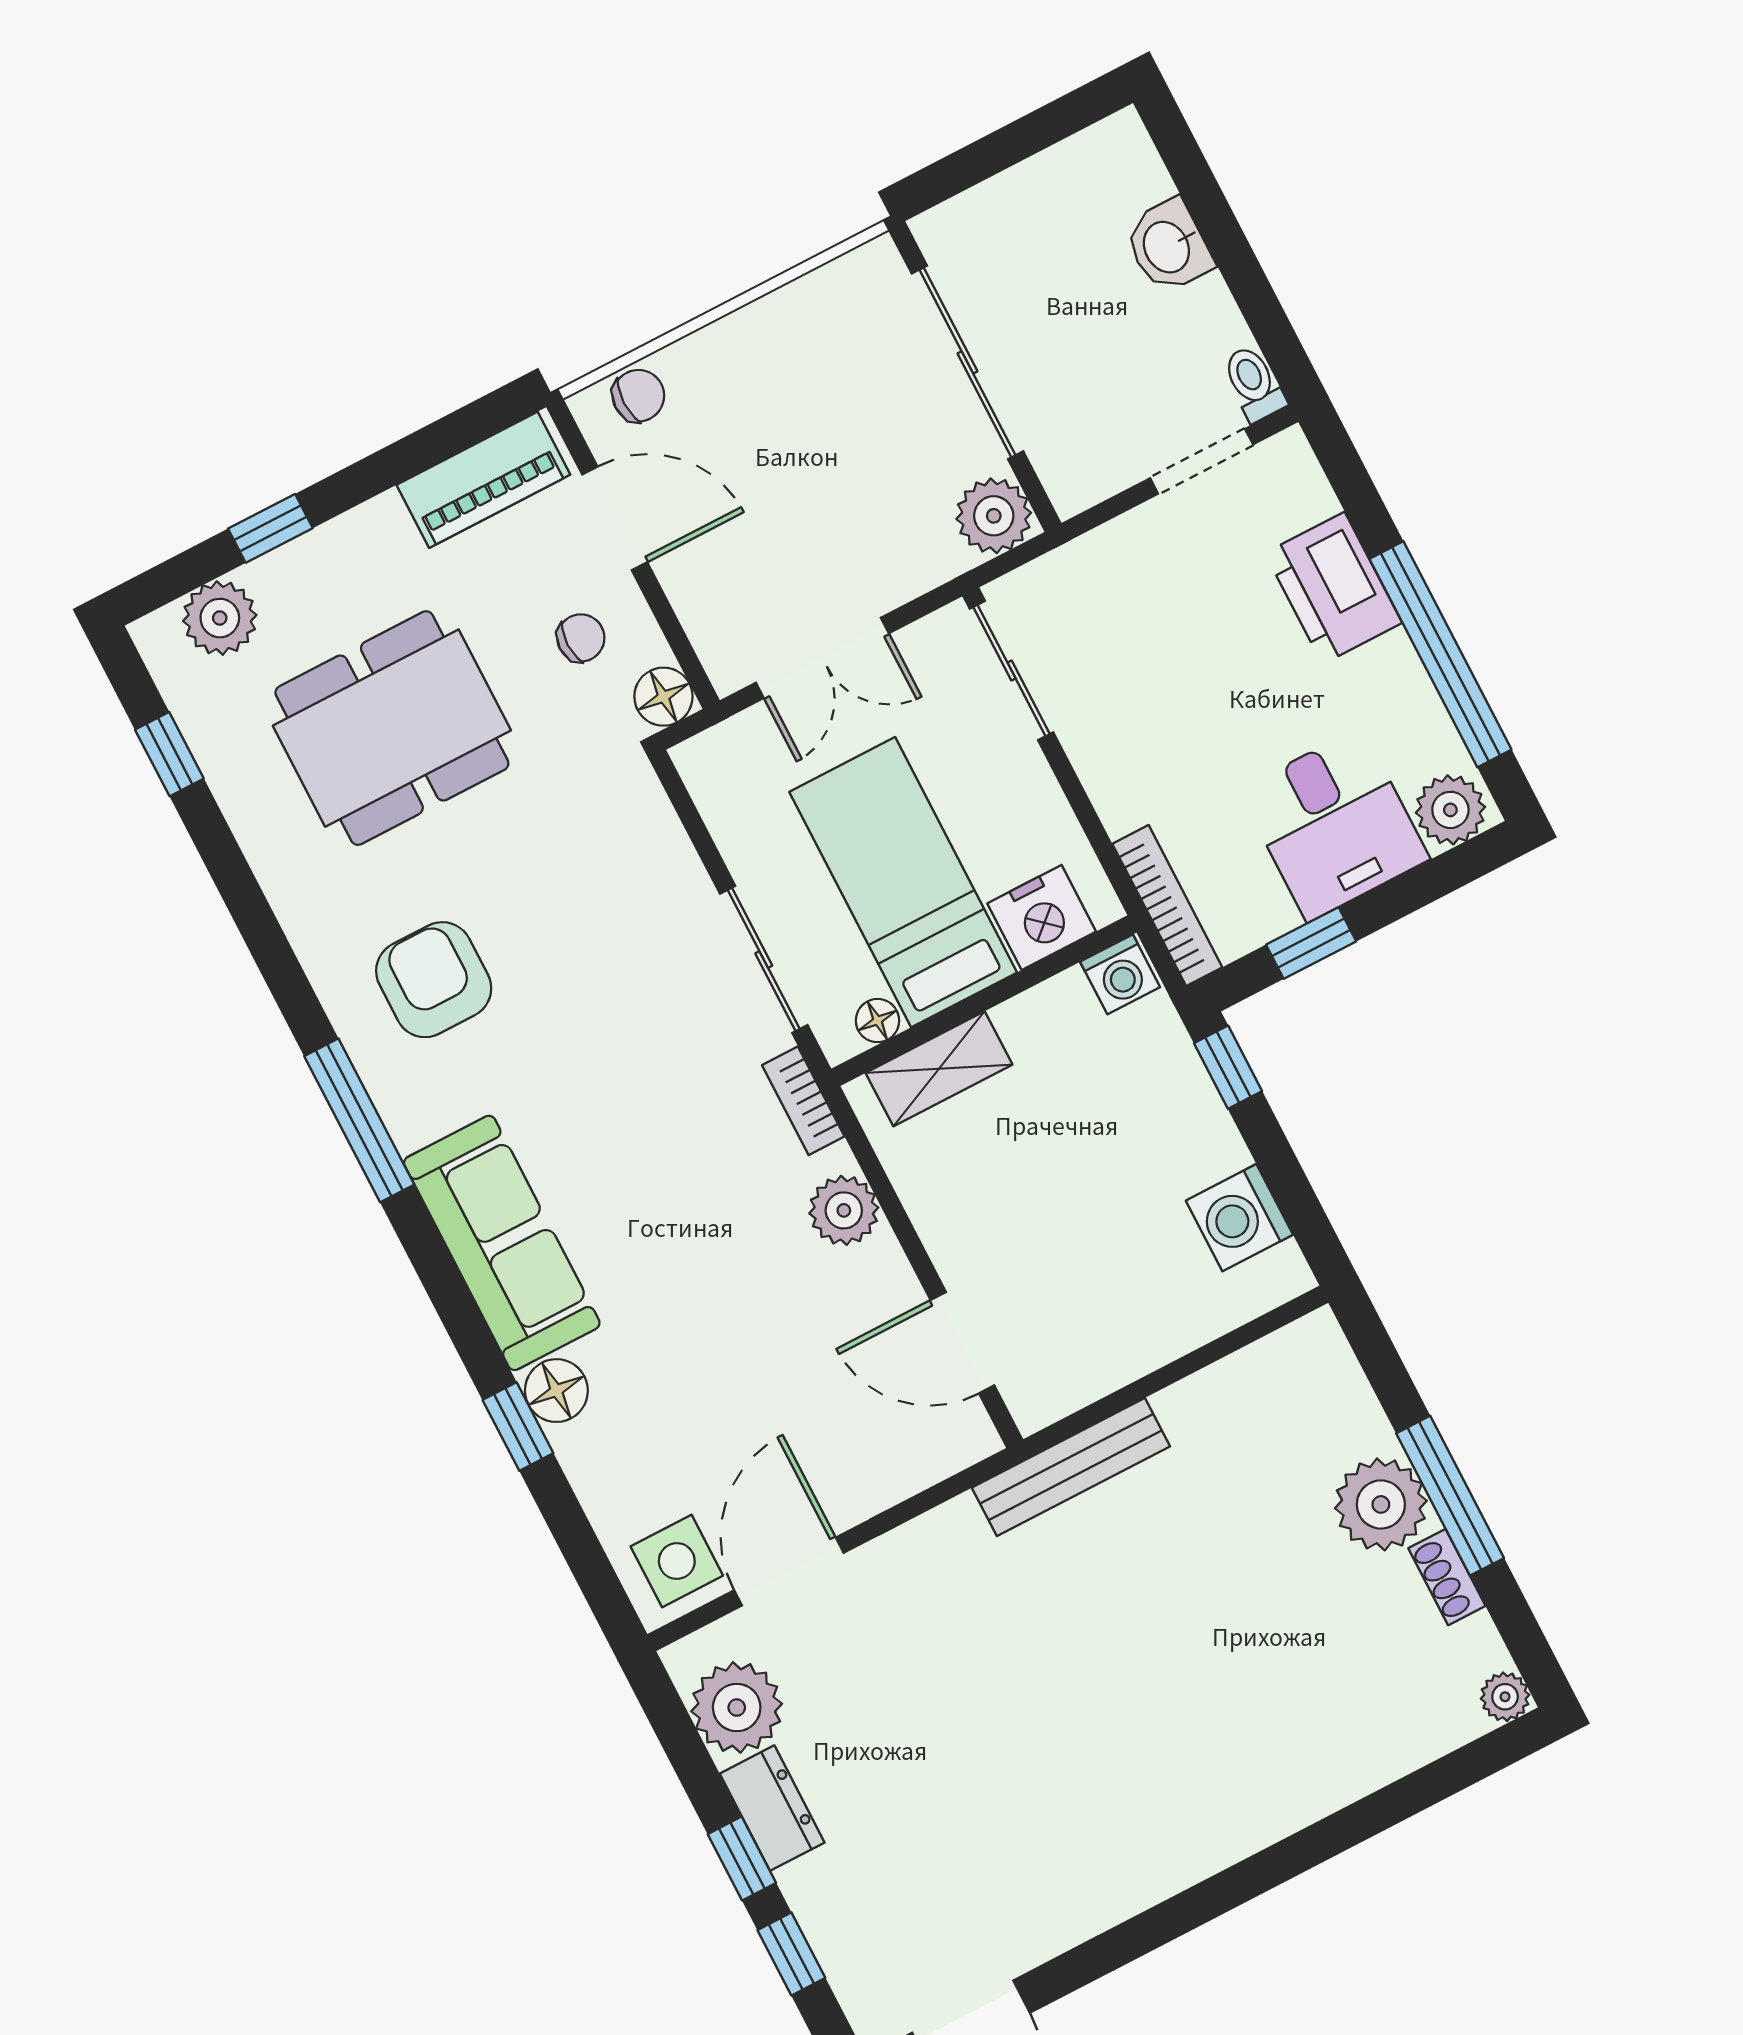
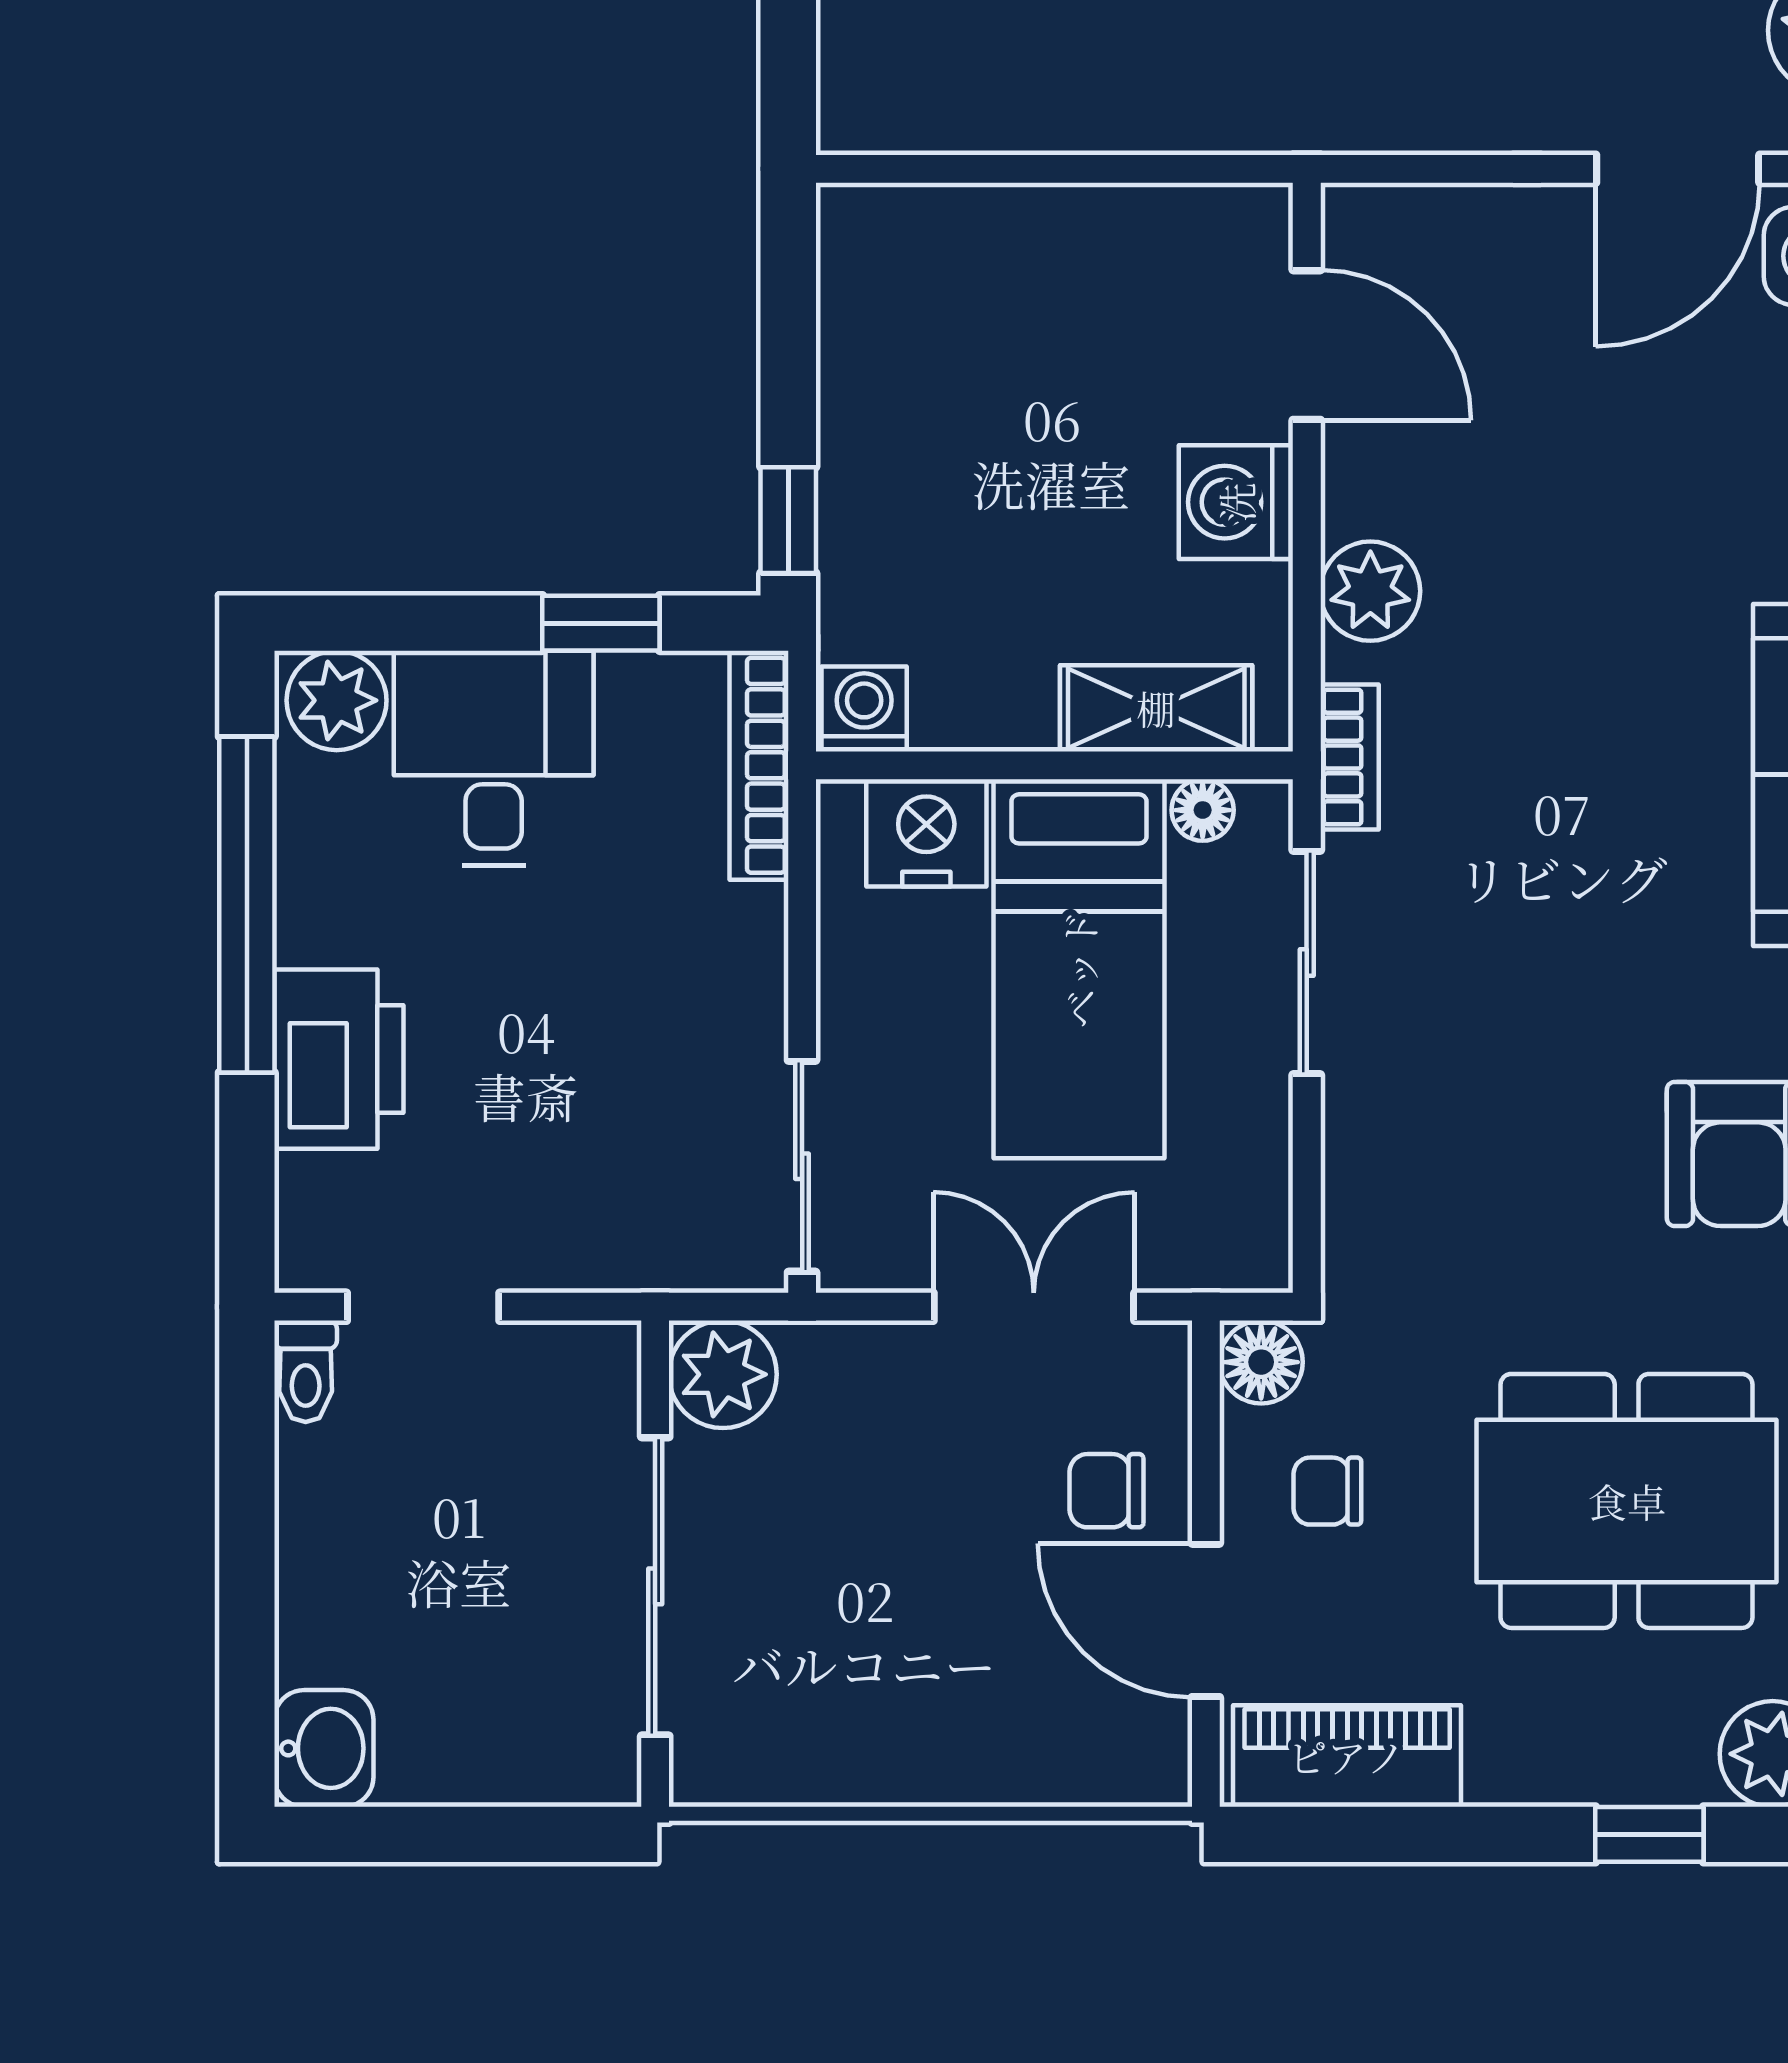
washbasin: (1168, 246) -> (324, 1748), moved
chair: (638, 396) -> (1106, 1491), moved
washing machine: (1239, 1218) -> (1236, 502), moved, turned 180
bench: (1071, 1467) -> (1251, 116), removed

